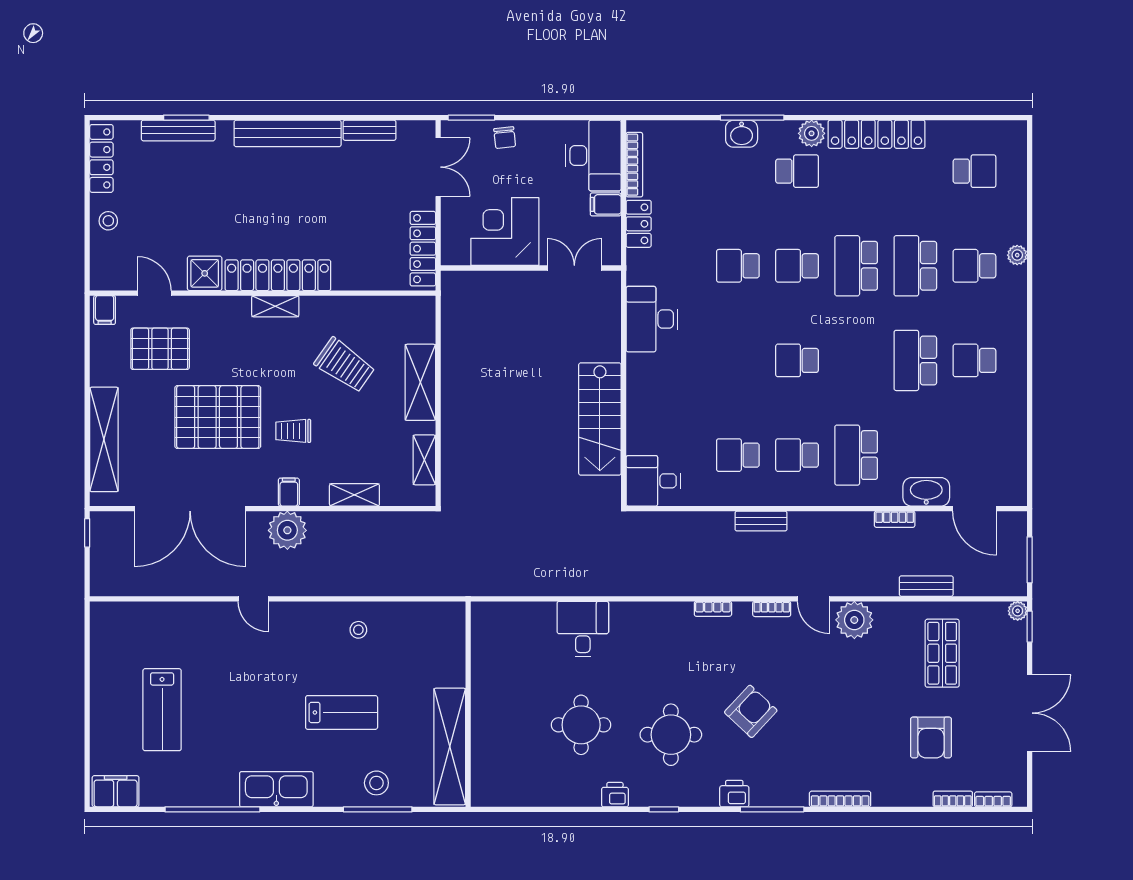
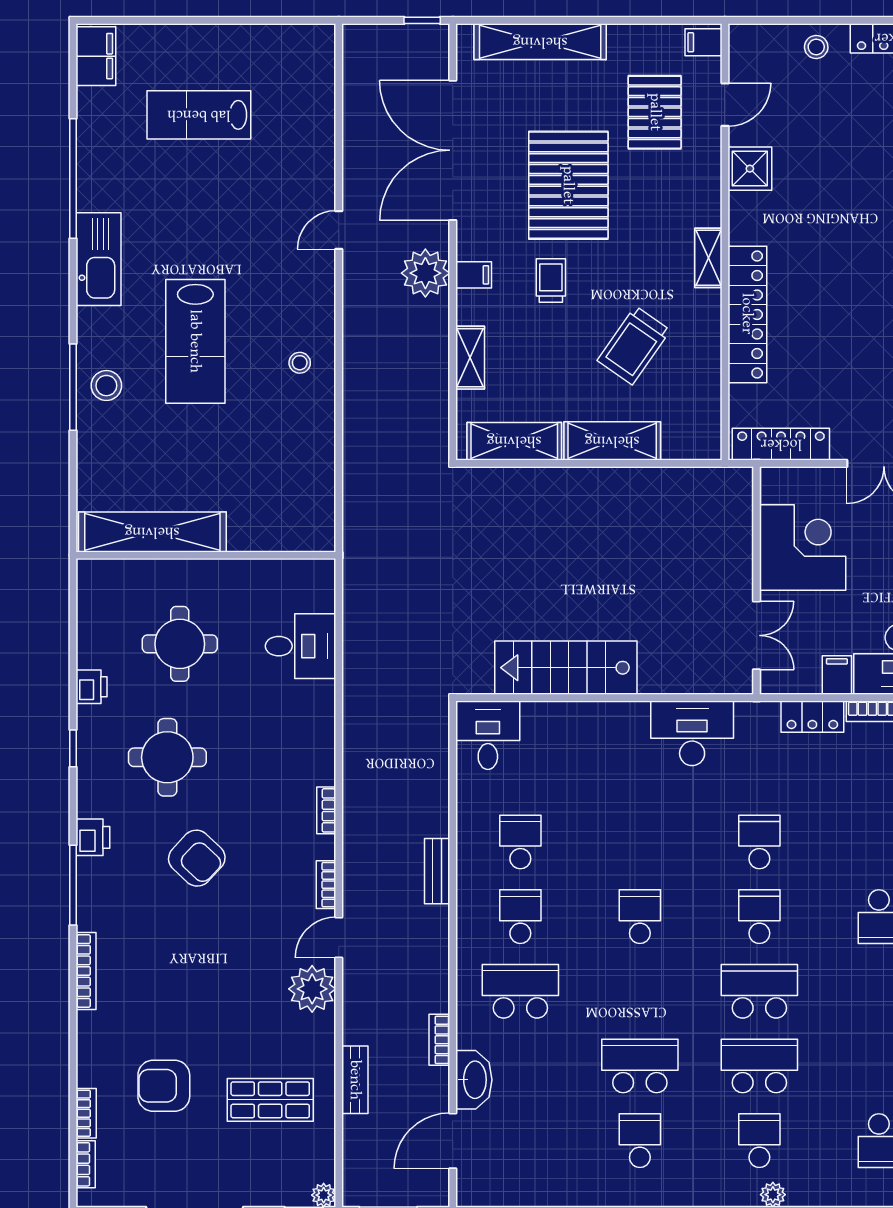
locker: (278, 275) -> (747, 314), moved
shelving: (424, 460) -> (514, 441), width x1.50, depth x1.33
wall: (468, 704) -> (206, 555), moved
lab bench: (342, 712) -> (195, 341), width x1.36, depth x1.39
shelving: (450, 746) -> (152, 532), moved

